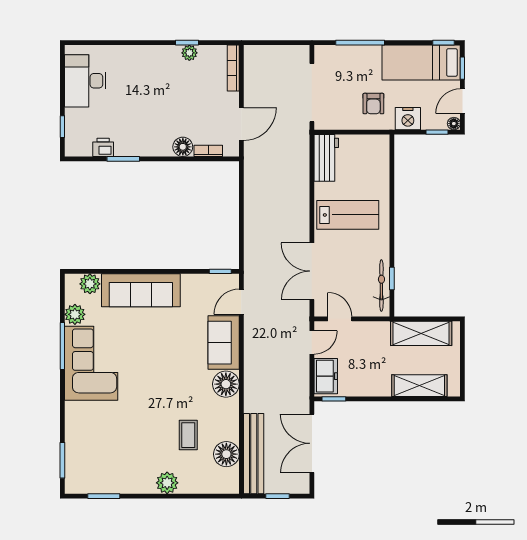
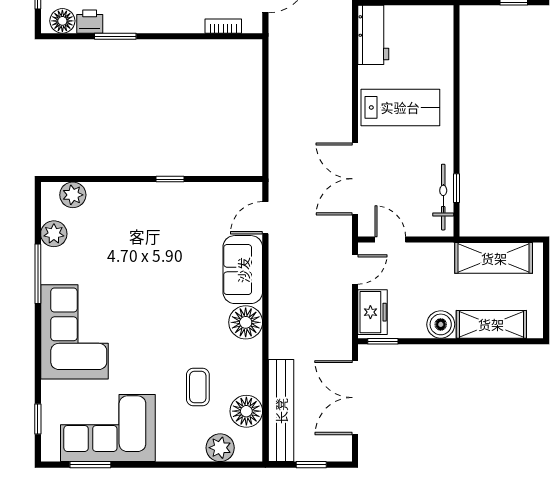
floor lamp: (183, 147) -> (62, 21), moved
window: (220, 271) -> (170, 179), moved
sofa: (141, 290) -> (138, 203), removed
corner sofa: (91, 363) -> (74, 332), moved
boiler: (379, 386) -> (441, 324), added
window: (62, 460) -> (38, 419), width x0.67
corner sofa: (117, 467) -> (108, 428), added
plant: (167, 483) -> (220, 448), moved

